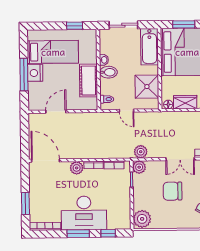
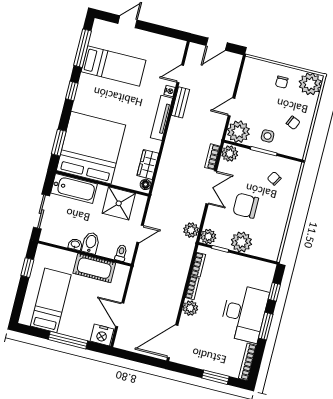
nightstand: (35, 73) -> (102, 335), moved
chair: (173, 191) -> (246, 206), turned 90
plant: (142, 219) -> (241, 242), moved

